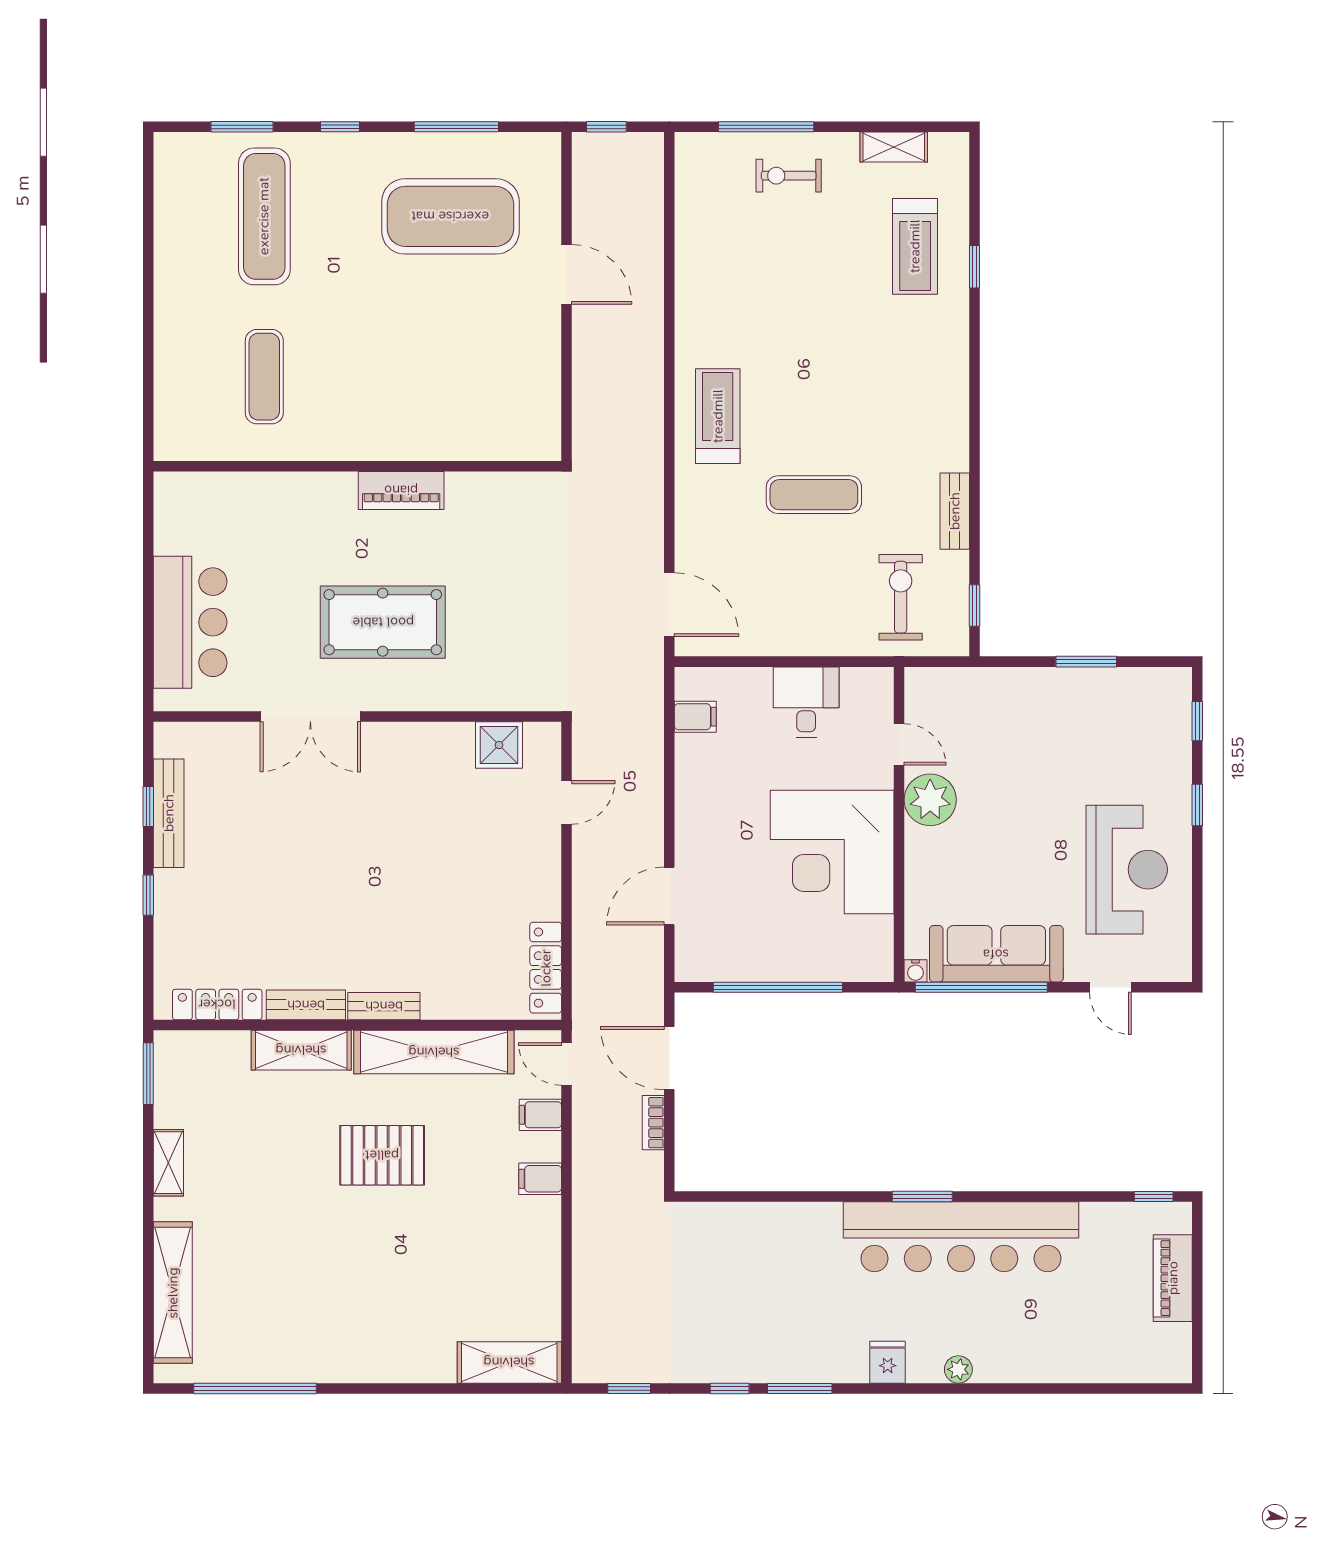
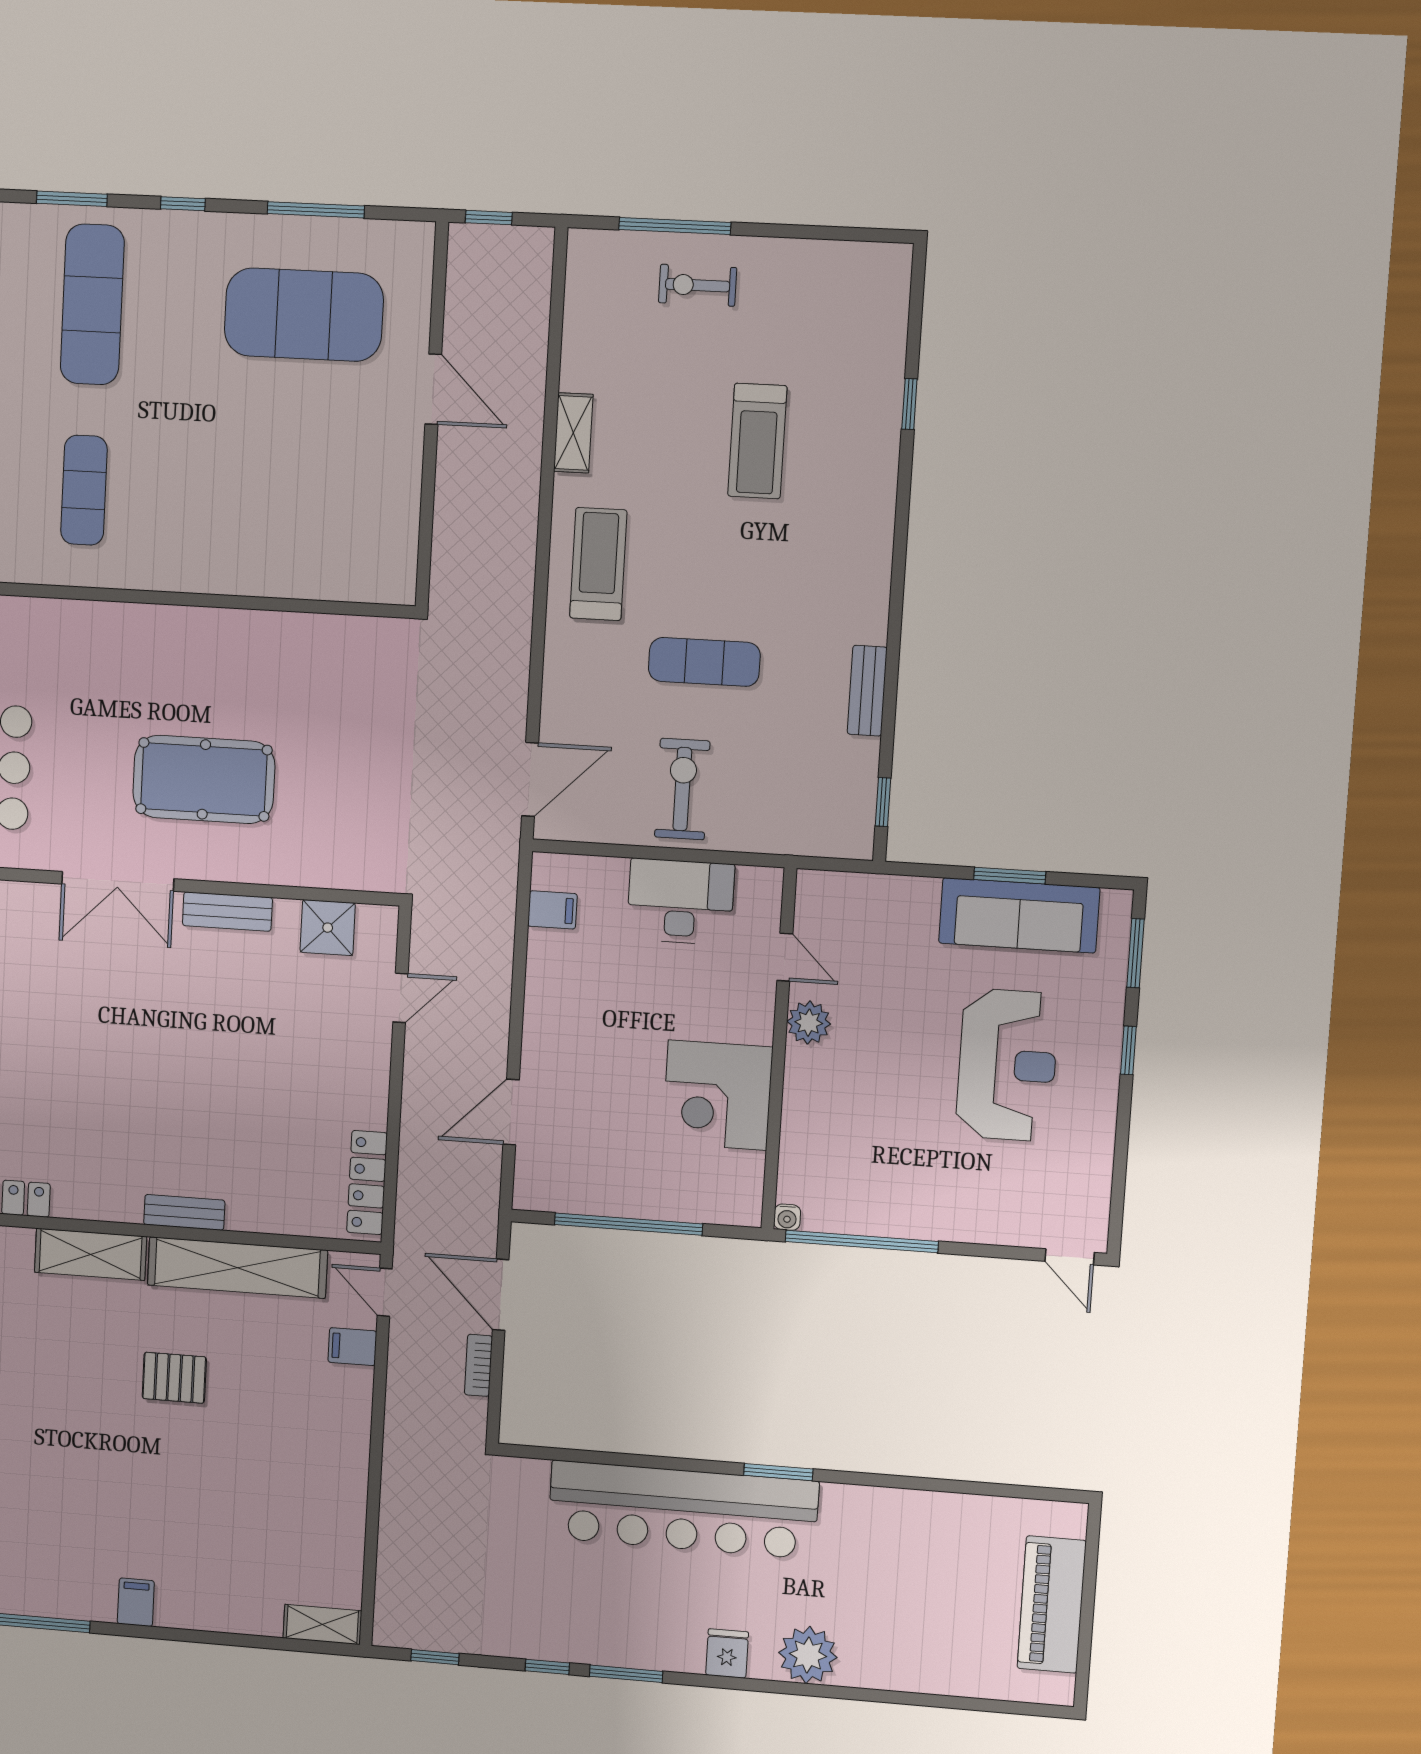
shelving: (894, 147) -> (573, 433), moved, turned 90
treadmill: (915, 246) -> (757, 441), moved
piano: (401, 490) -> (232, 630), removed
exercise bike: (901, 597) -> (682, 789), moved
door: (669, 605) -> (530, 779), hinge flipped
desk: (806, 702) -> (680, 902), width x1.37
window: (1197, 721) -> (1136, 953), width x1.50
plant: (930, 800) -> (809, 1023), width x0.73, depth x0.73
corner desk: (832, 852) -> (717, 1095), width x0.74, depth x0.74
reception desk: (1127, 870) -> (1007, 1065), moved
sofa: (996, 954) -> (1019, 915), moved, turned 180
door: (1110, 987) -> (1070, 1257), moved
bench: (306, 1005) -> (227, 912), moved
pallet: (382, 1155) -> (174, 1378), width x0.67, depth x0.71
filing cabinet: (540, 1179) -> (136, 1602), moved, turned 90
window: (1154, 1196) -> (1045, 1494), removed
bar counter: (961, 1237) -> (683, 1510), moved
piano: (1173, 1278) -> (1052, 1605), width x1.37, depth x1.33
shelving: (509, 1362) -> (322, 1625), width x0.67, depth x0.75
plant: (958, 1369) -> (808, 1655), width x1.87, depth x1.87

